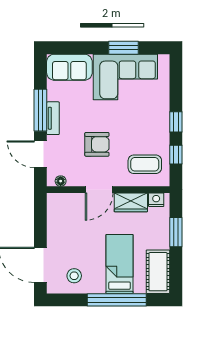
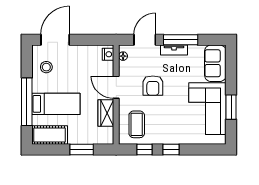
nightstand: (156, 200) -> (108, 54), moved

